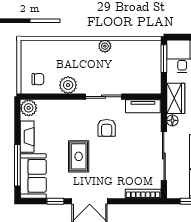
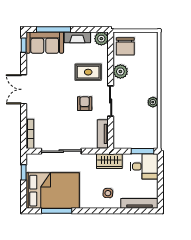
chair: (38, 79) -> (125, 46), width x1.87, depth x1.87
floor lamp: (172, 120) -> (91, 158), removed
armchair: (107, 128) -> (85, 104), turned 90
rug: (79, 156) -> (88, 72), moved
window: (55, 201) -> (24, 45), moved

